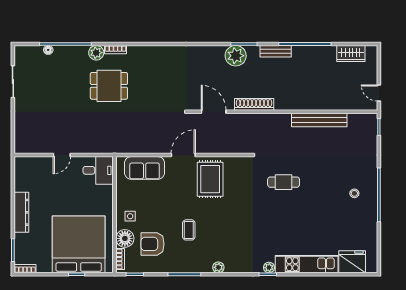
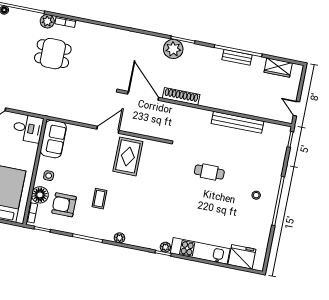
bench: (276, 51) -> (237, 57), moved
door: (214, 112) -> (143, 96), width x1.36
sofa: (145, 168) -> (53, 139), moved, turned -90
cafe table: (284, 182) -> (209, 172), moved

